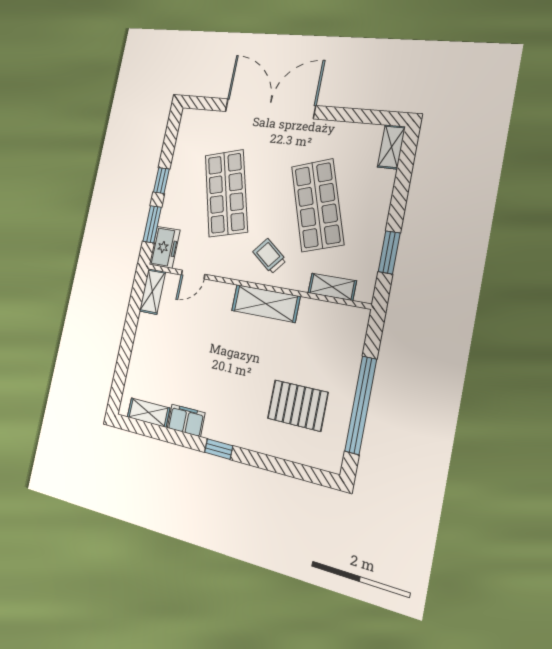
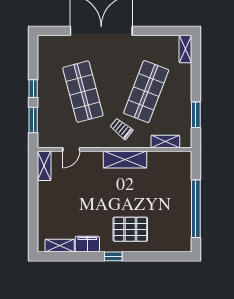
shop shelf: (317, 205) -> (146, 92), turned 39
freezer: (165, 247) -> (46, 134), removed
pallet: (298, 405) -> (130, 229), moved

